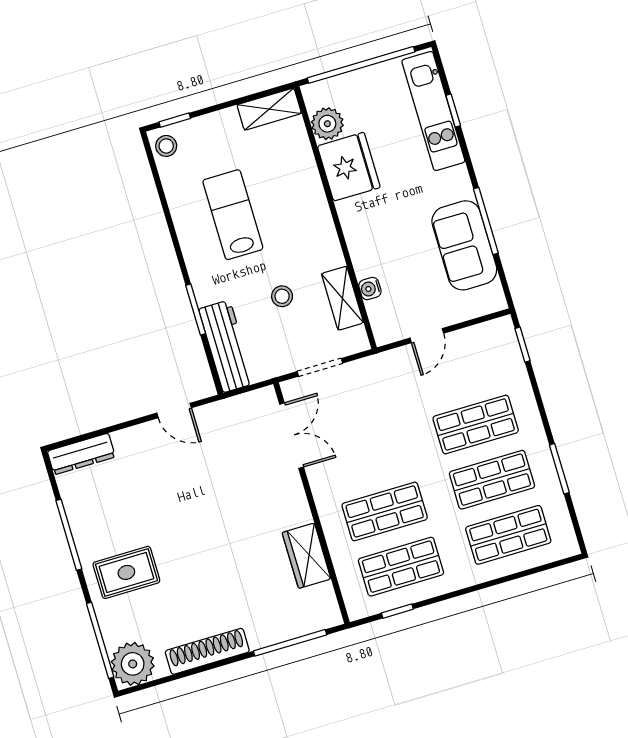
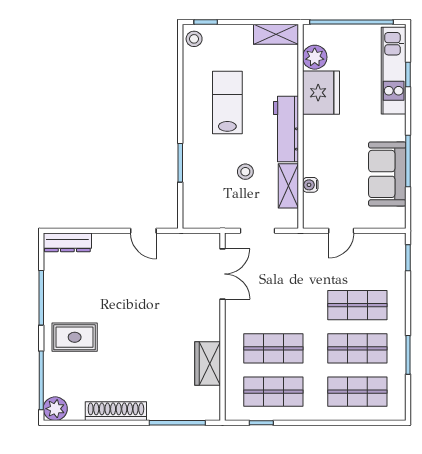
workbench: (227, 346) -> (286, 129), moved, turned 180
plant: (133, 664) -> (55, 409), width x0.73, depth x0.73

